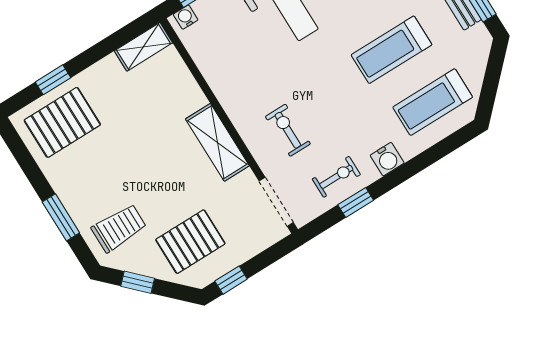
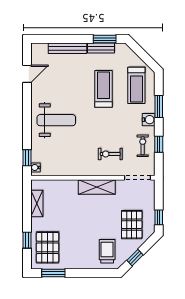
shelving: (144, 47) -> (37, 204), moved
treadmill: (392, 50) -> (104, 89), turned 180
window: (420, 162) -> (159, 106), added
window: (61, 217) -> (53, 273), moved

